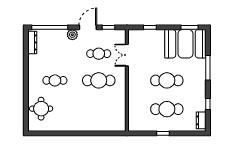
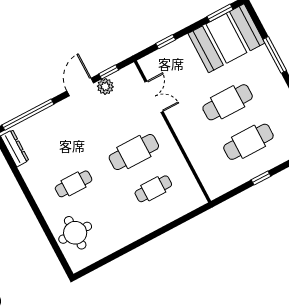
plant: (72, 35) -> (105, 86), moved
cafe table: (99, 54) -> (153, 189), moved
double door: (127, 55) -> (154, 97), swing flipped

